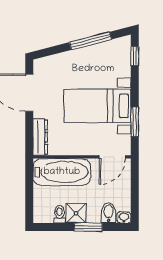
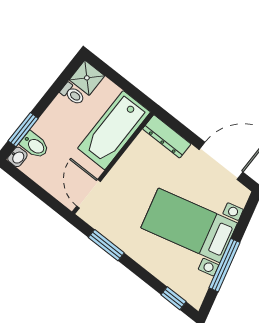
bed with nightstands: (97, 106) -> (189, 225), moved, turned -104
shower: (76, 213) -> (87, 78), moved
window: (88, 227) -> (23, 130), moved

